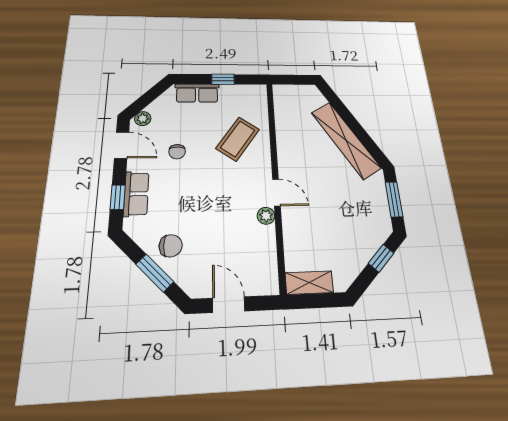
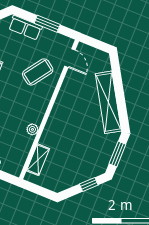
window: (223, 79) -> (47, 24), width x1.50
door: (276, 192) -> (70, 58), moved
shelving: (309, 283) -> (38, 160), moved, turned 90

